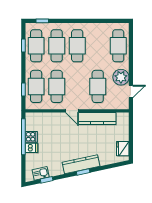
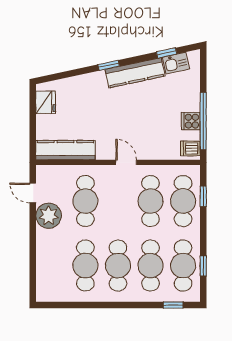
cafe table: (118, 46) -> (85, 266), moved
door: (131, 91) -> (33, 193), hinge flipped
kitchen counter: (97, 118) -> (65, 150), moved
dishwasher: (32, 148) -> (190, 148), moved
kitchen counter: (81, 164) -> (135, 73), moved

